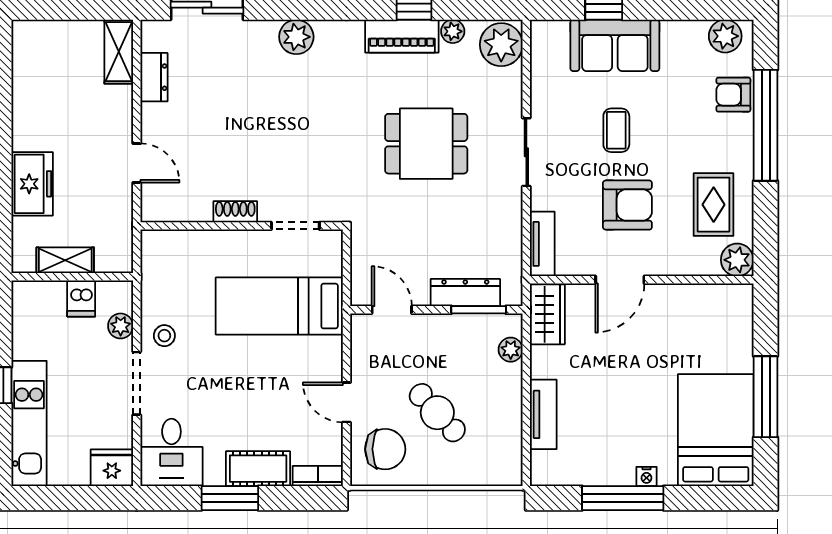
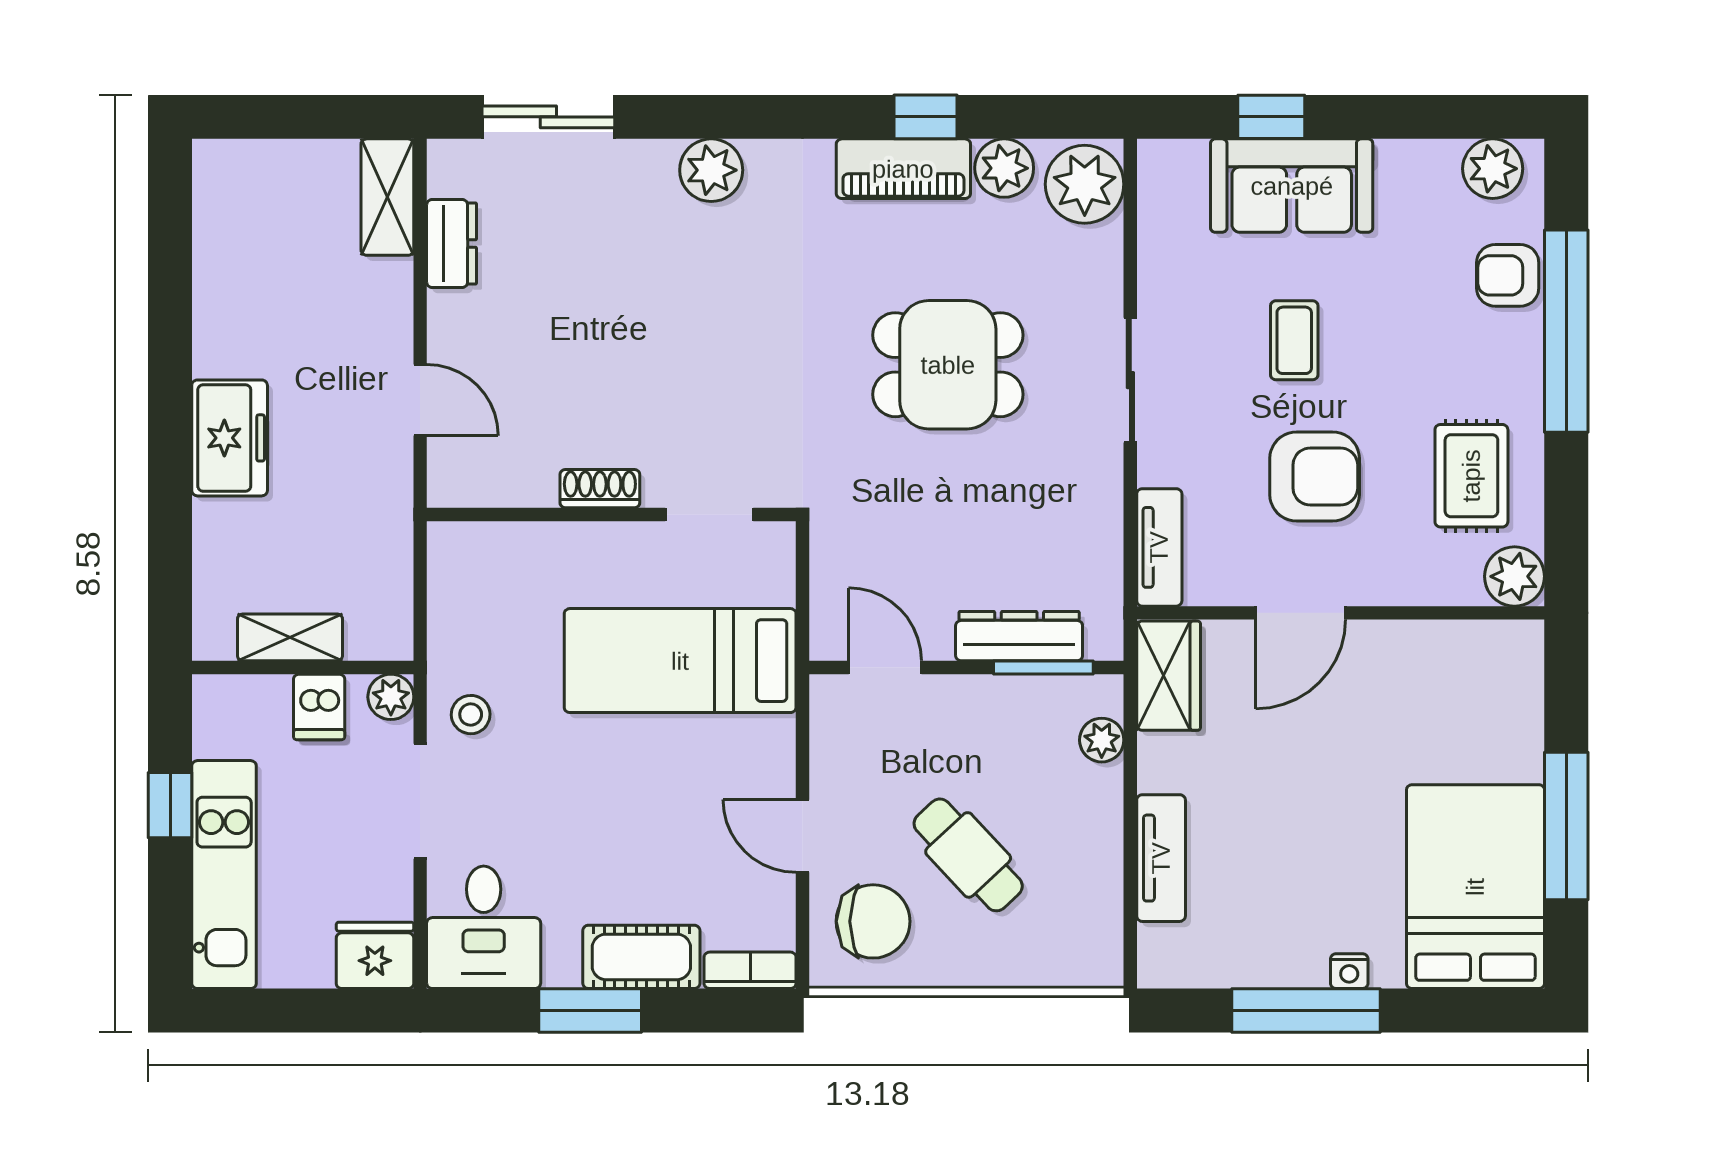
plant: (453, 31) -> (1004, 168), width x1.38, depth x1.38
shelving: (65, 260) -> (290, 637), moved
wall: (72, 277) -> (303, 667), moved
dishwasher: (81, 298) -> (319, 707), moved

